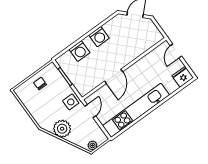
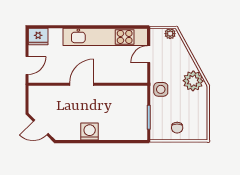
washing machine: (80, 51) -> (118, 131), removed
door: (114, 76) -> (82, 84), moved
door: (90, 111) -> (149, 54), moved
plant: (62, 129) -> (193, 81), moved

